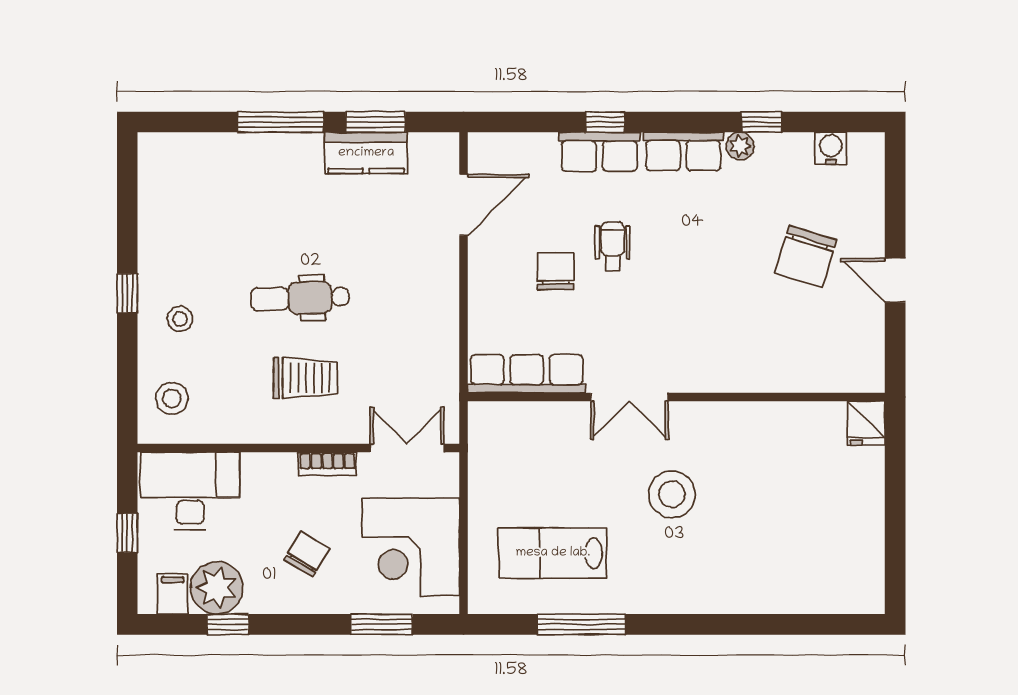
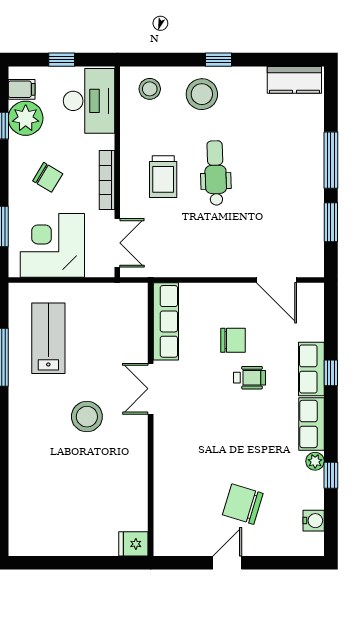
kitchen counter: (366, 153) -> (294, 80), moved, turned -90
stool: (180, 319) -> (202, 94), width x1.89, depth x1.89
bookcase: (327, 464) -> (107, 180), width x1.56

